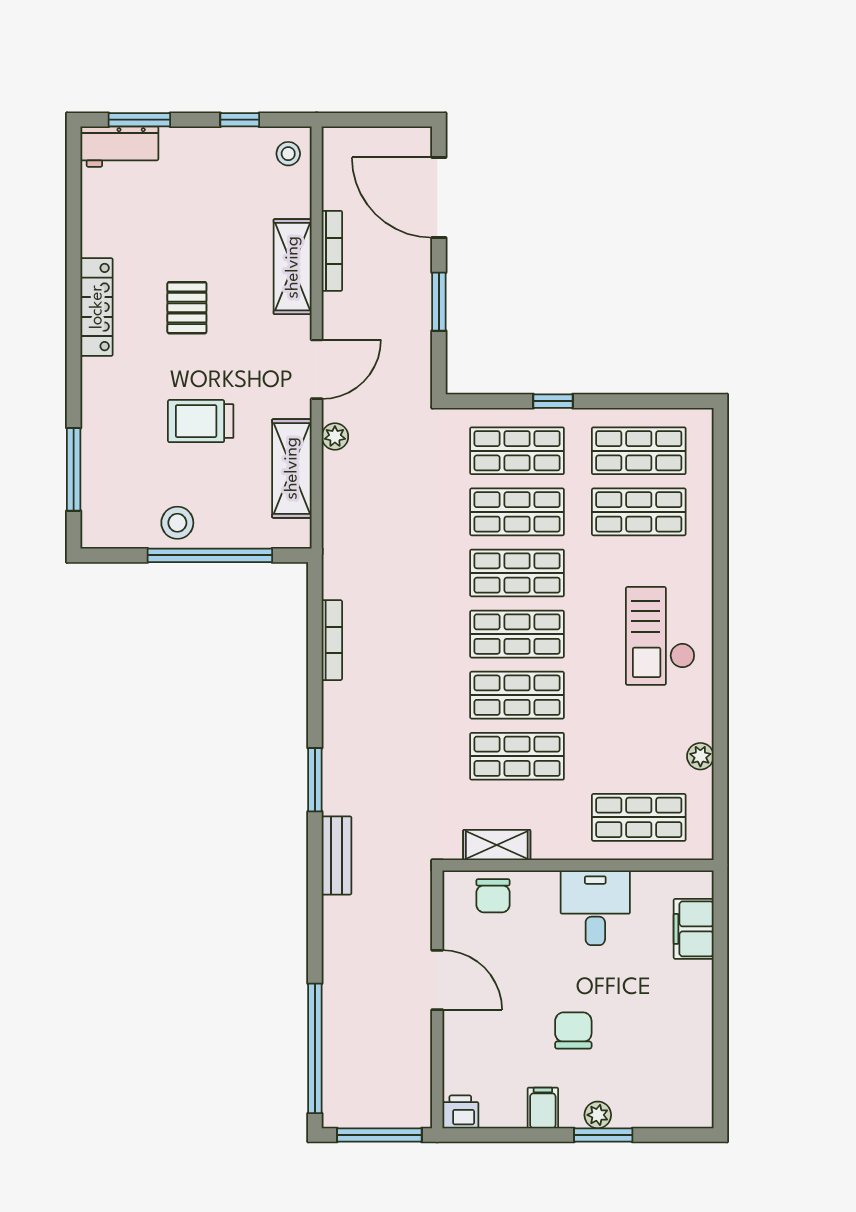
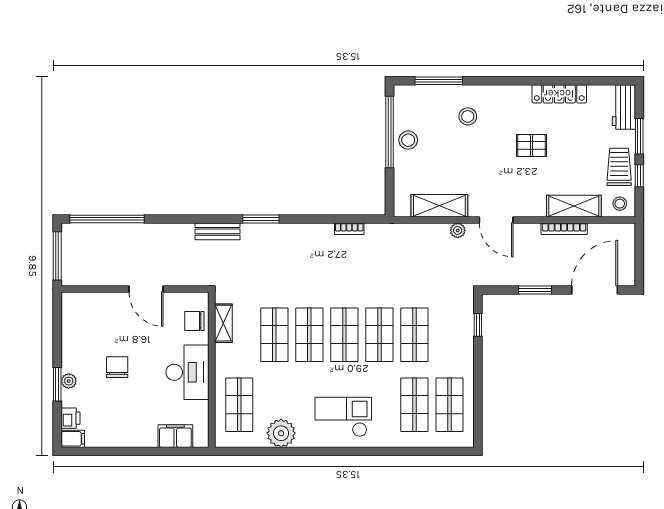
window: (139, 120) -> (639, 136), moved
shelving: (293, 267) -> (574, 206), moved
locker: (97, 307) -> (559, 94), moved
window: (553, 401) -> (478, 325), moved
stool: (136, 419) -> (468, 116), added
trolley: (201, 421) -> (619, 167), moved
shop shelf: (517, 451) -> (449, 335), removed
window: (210, 555) -> (390, 132), moved
bookcase: (332, 640) -> (349, 229), width x0.64
plant: (700, 756) -> (281, 433), width x1.87, depth x1.87
desk: (595, 908) -> (188, 372), width x1.37
door: (437, 980) -> (146, 289), hinge flipped
chair: (573, 1030) -> (117, 367), turned -90
filing cabinet: (543, 1108) -> (73, 439), moved
printer: (460, 1112) -> (70, 418), moved

